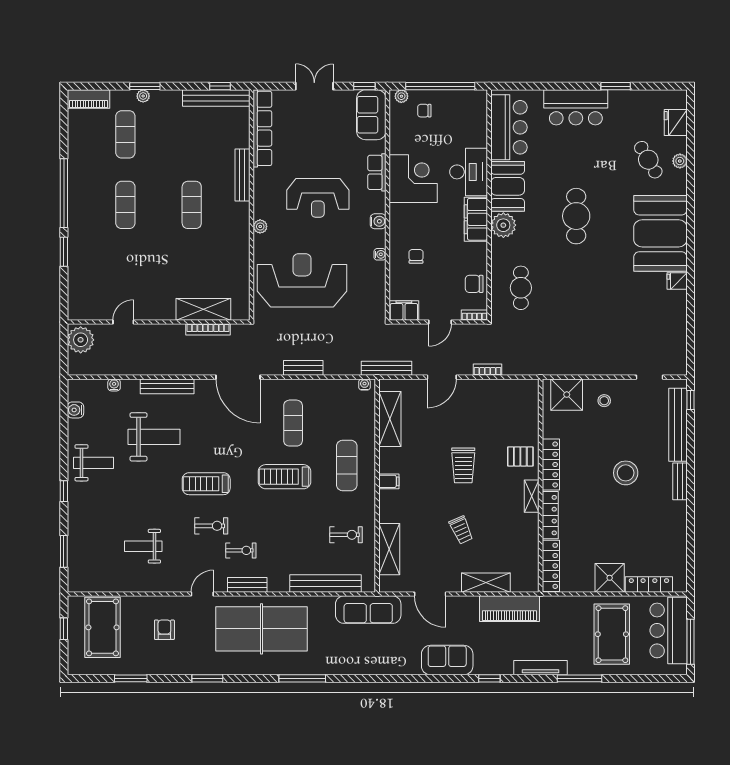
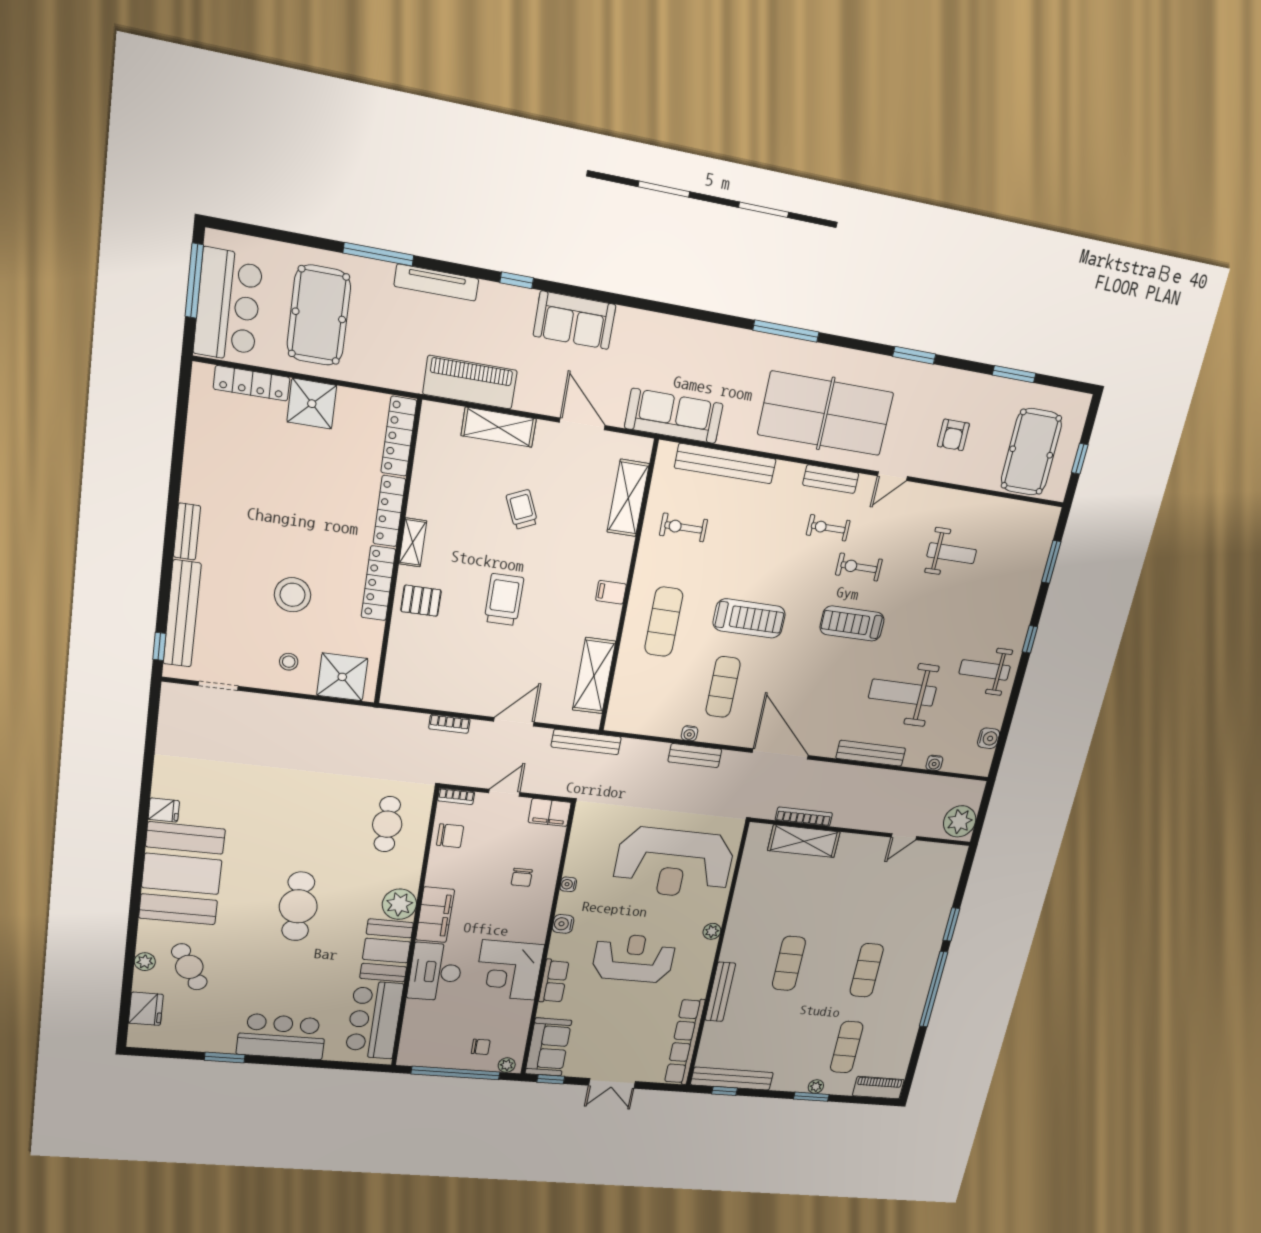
water cooler: (365, 385) -> (689, 733), moved
stool: (626, 473) -> (293, 595), moved
treadmill: (206, 484) -> (852, 624), turned 180

